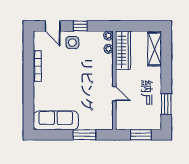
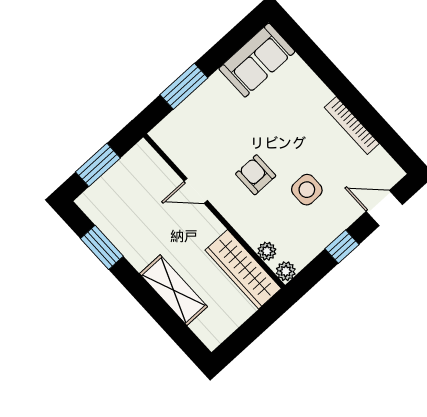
side table: (72, 43) -> (307, 190), moved
shelving: (155, 49) -> (174, 290), moved
armchair: (88, 80) -> (256, 175), added
sofa: (56, 120) -> (257, 60), width x0.73

